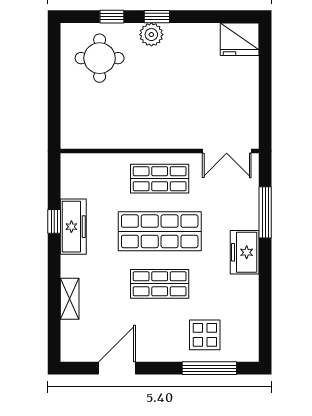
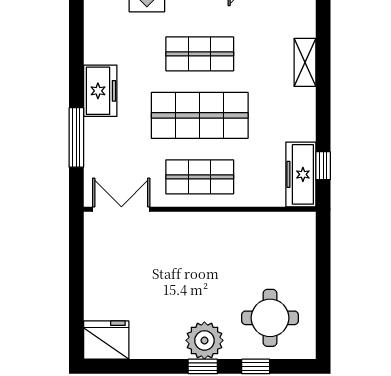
plant: (151, 35) -> (204, 340), width x1.36, depth x1.36
window: (54, 221) -> (323, 166), moved
freezer: (73, 227) -> (301, 174), moved
shelving: (70, 299) -> (305, 62), moved

